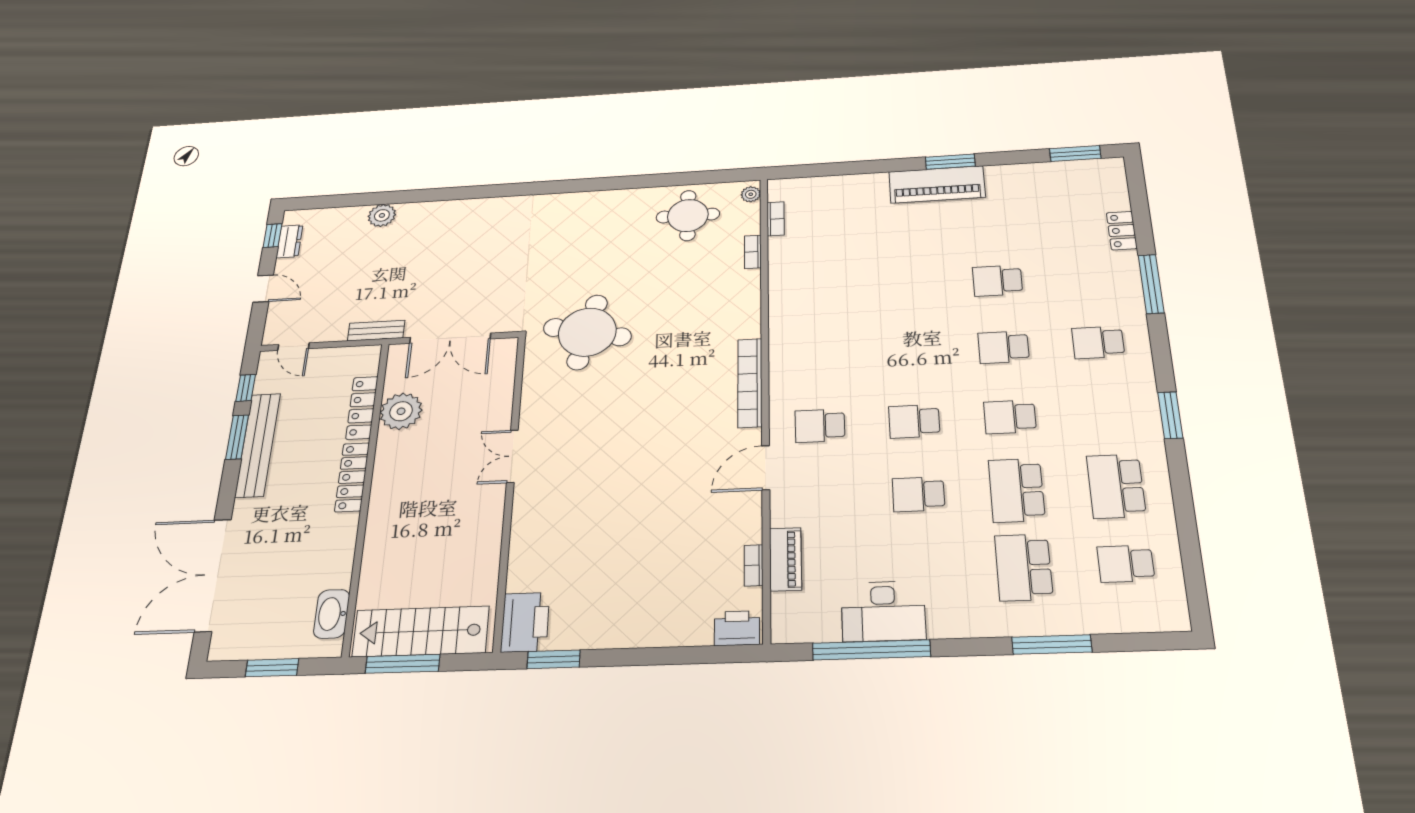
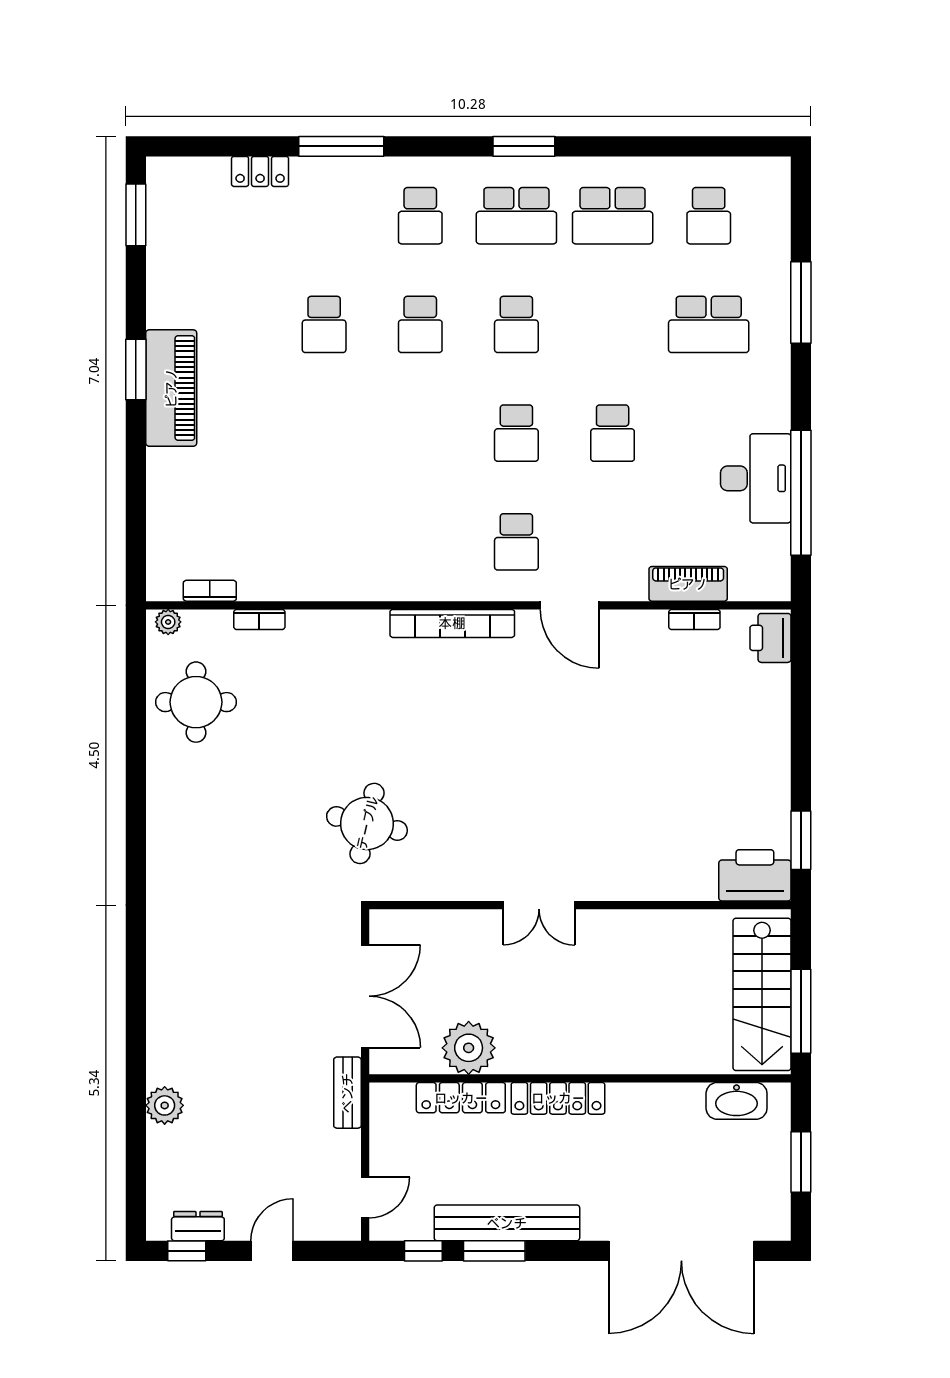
round table: (587, 332) -> (367, 823), width x0.73, depth x0.73
school desk: (1017, 490) -> (516, 216), moved

